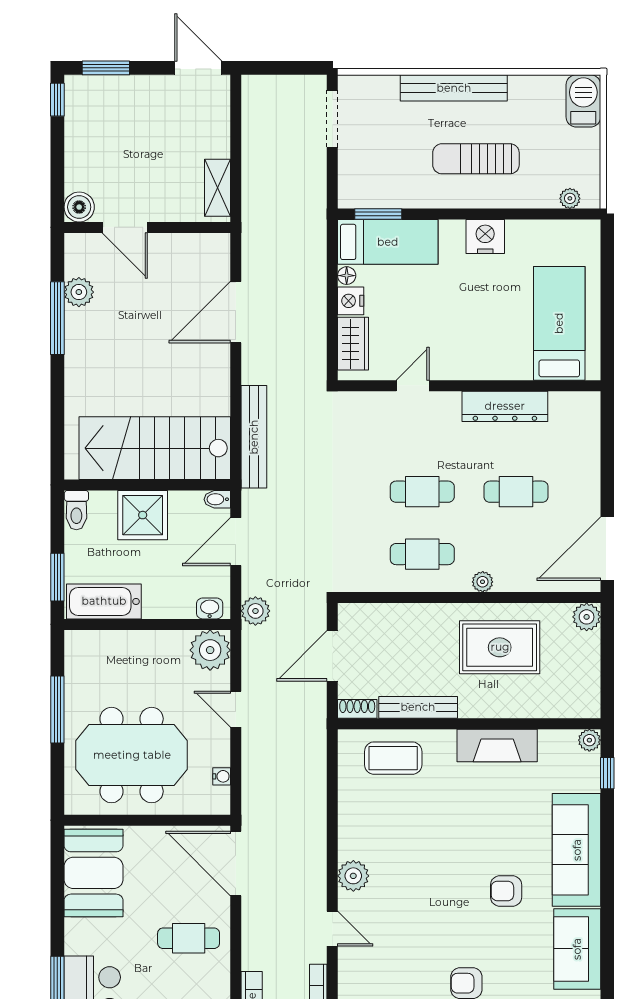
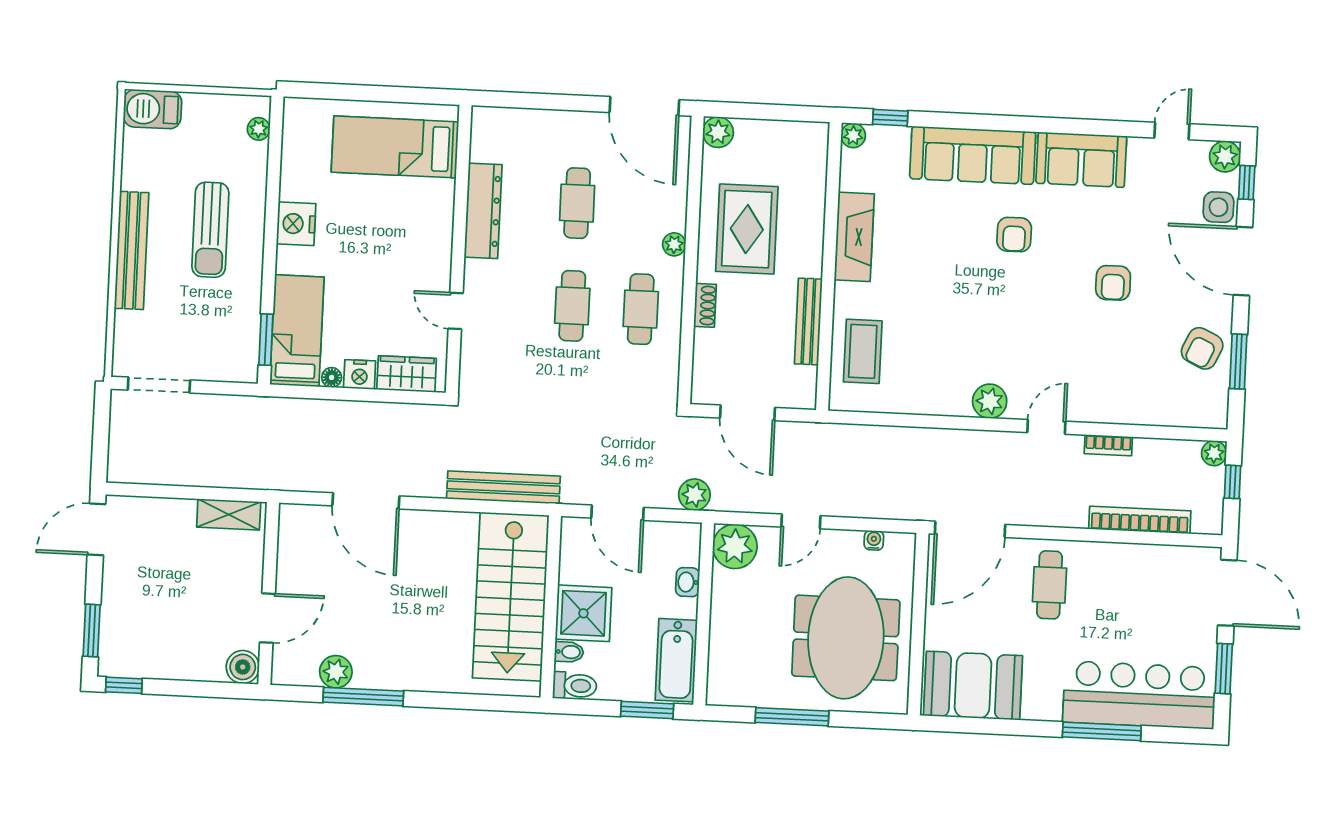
bidet: (217, 499) -> (569, 652), moved, turned -90
washbasin: (210, 608) -> (688, 582), moved
shoe rack: (357, 709) -> (705, 305), moved, turned 180

